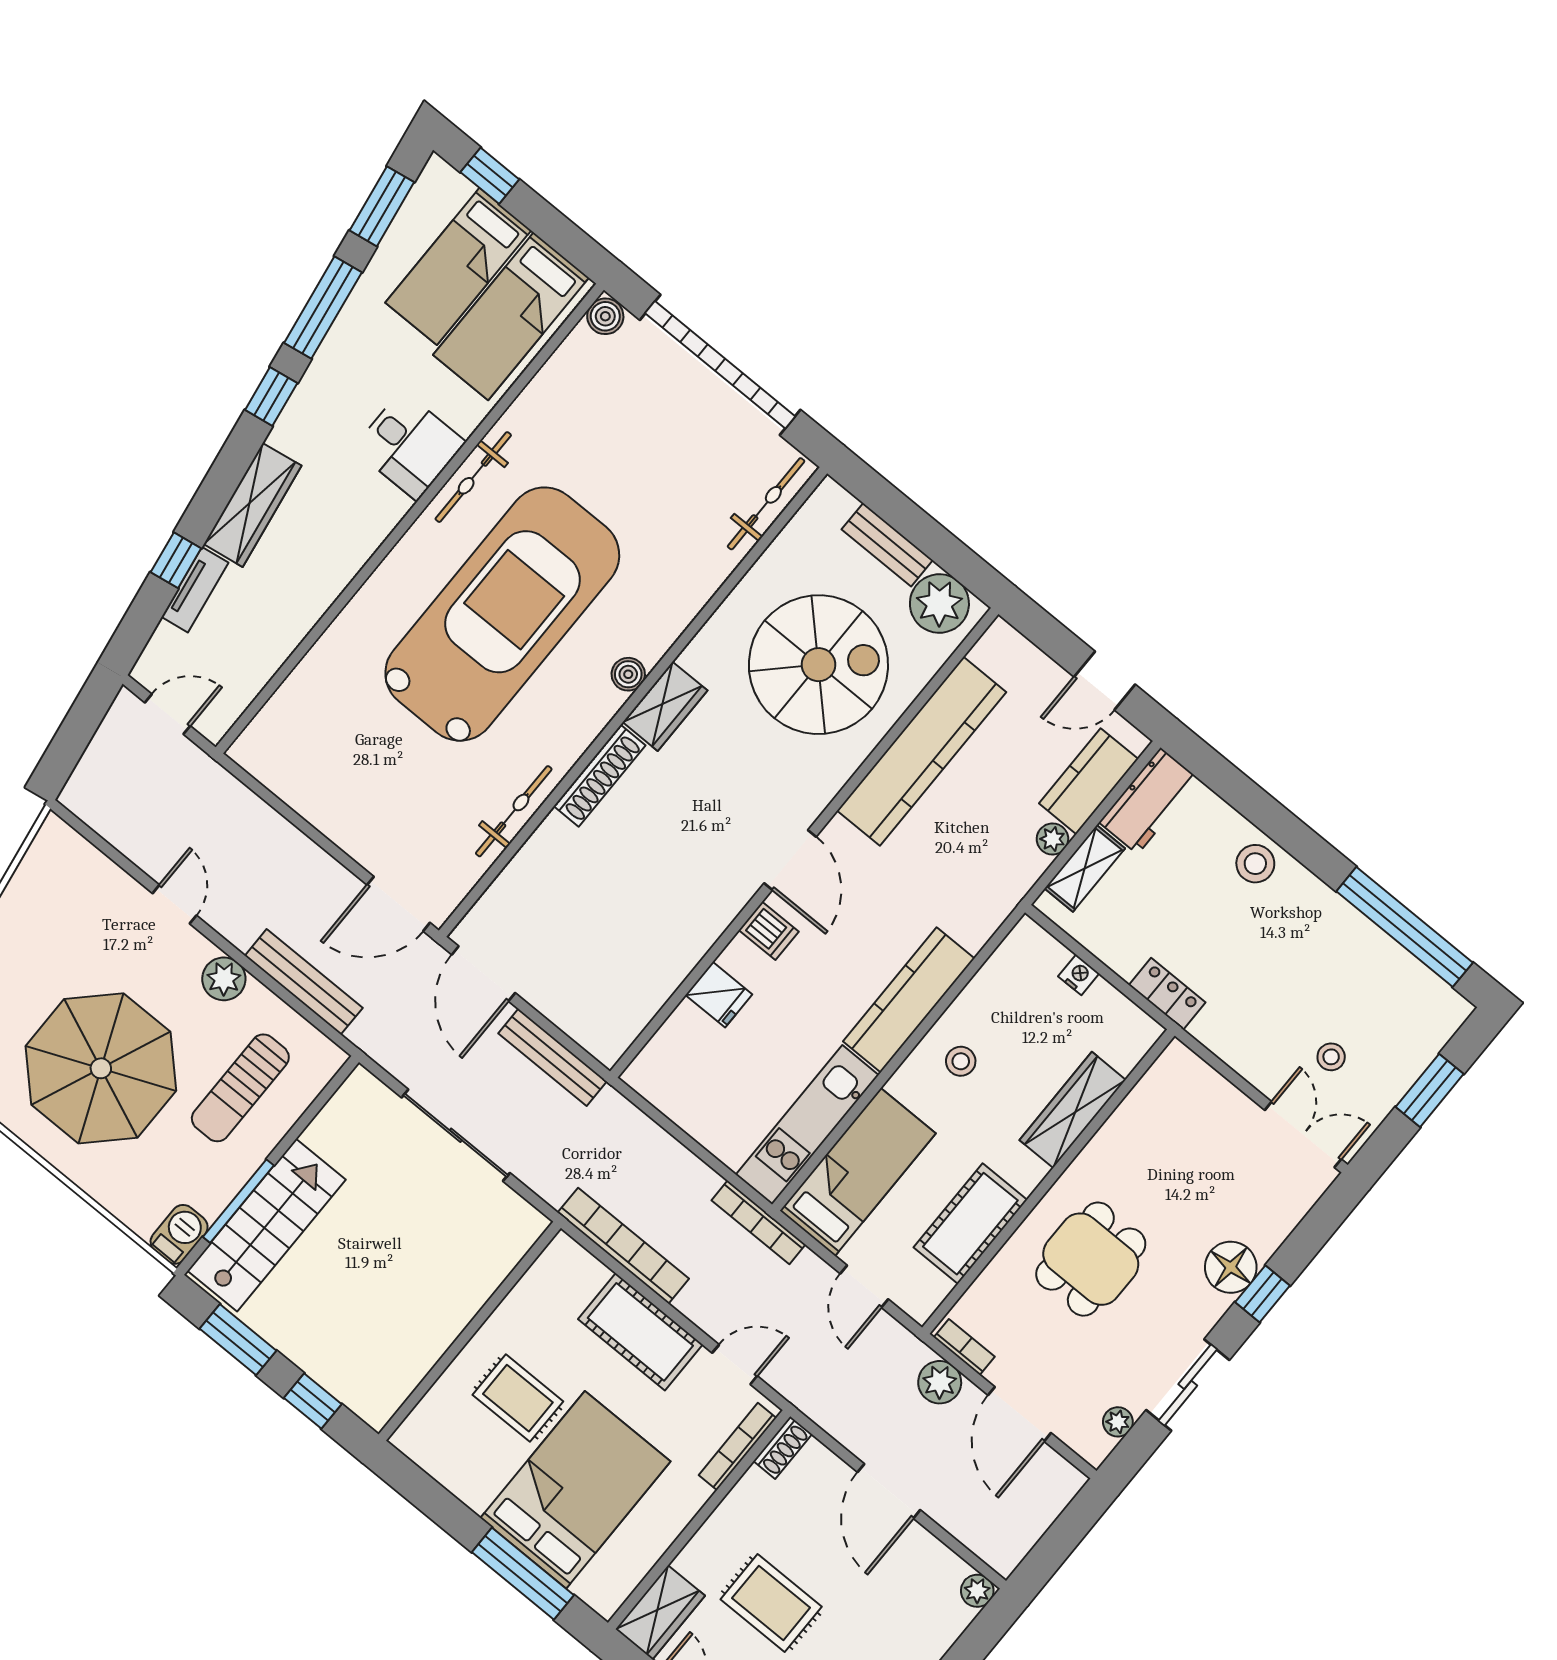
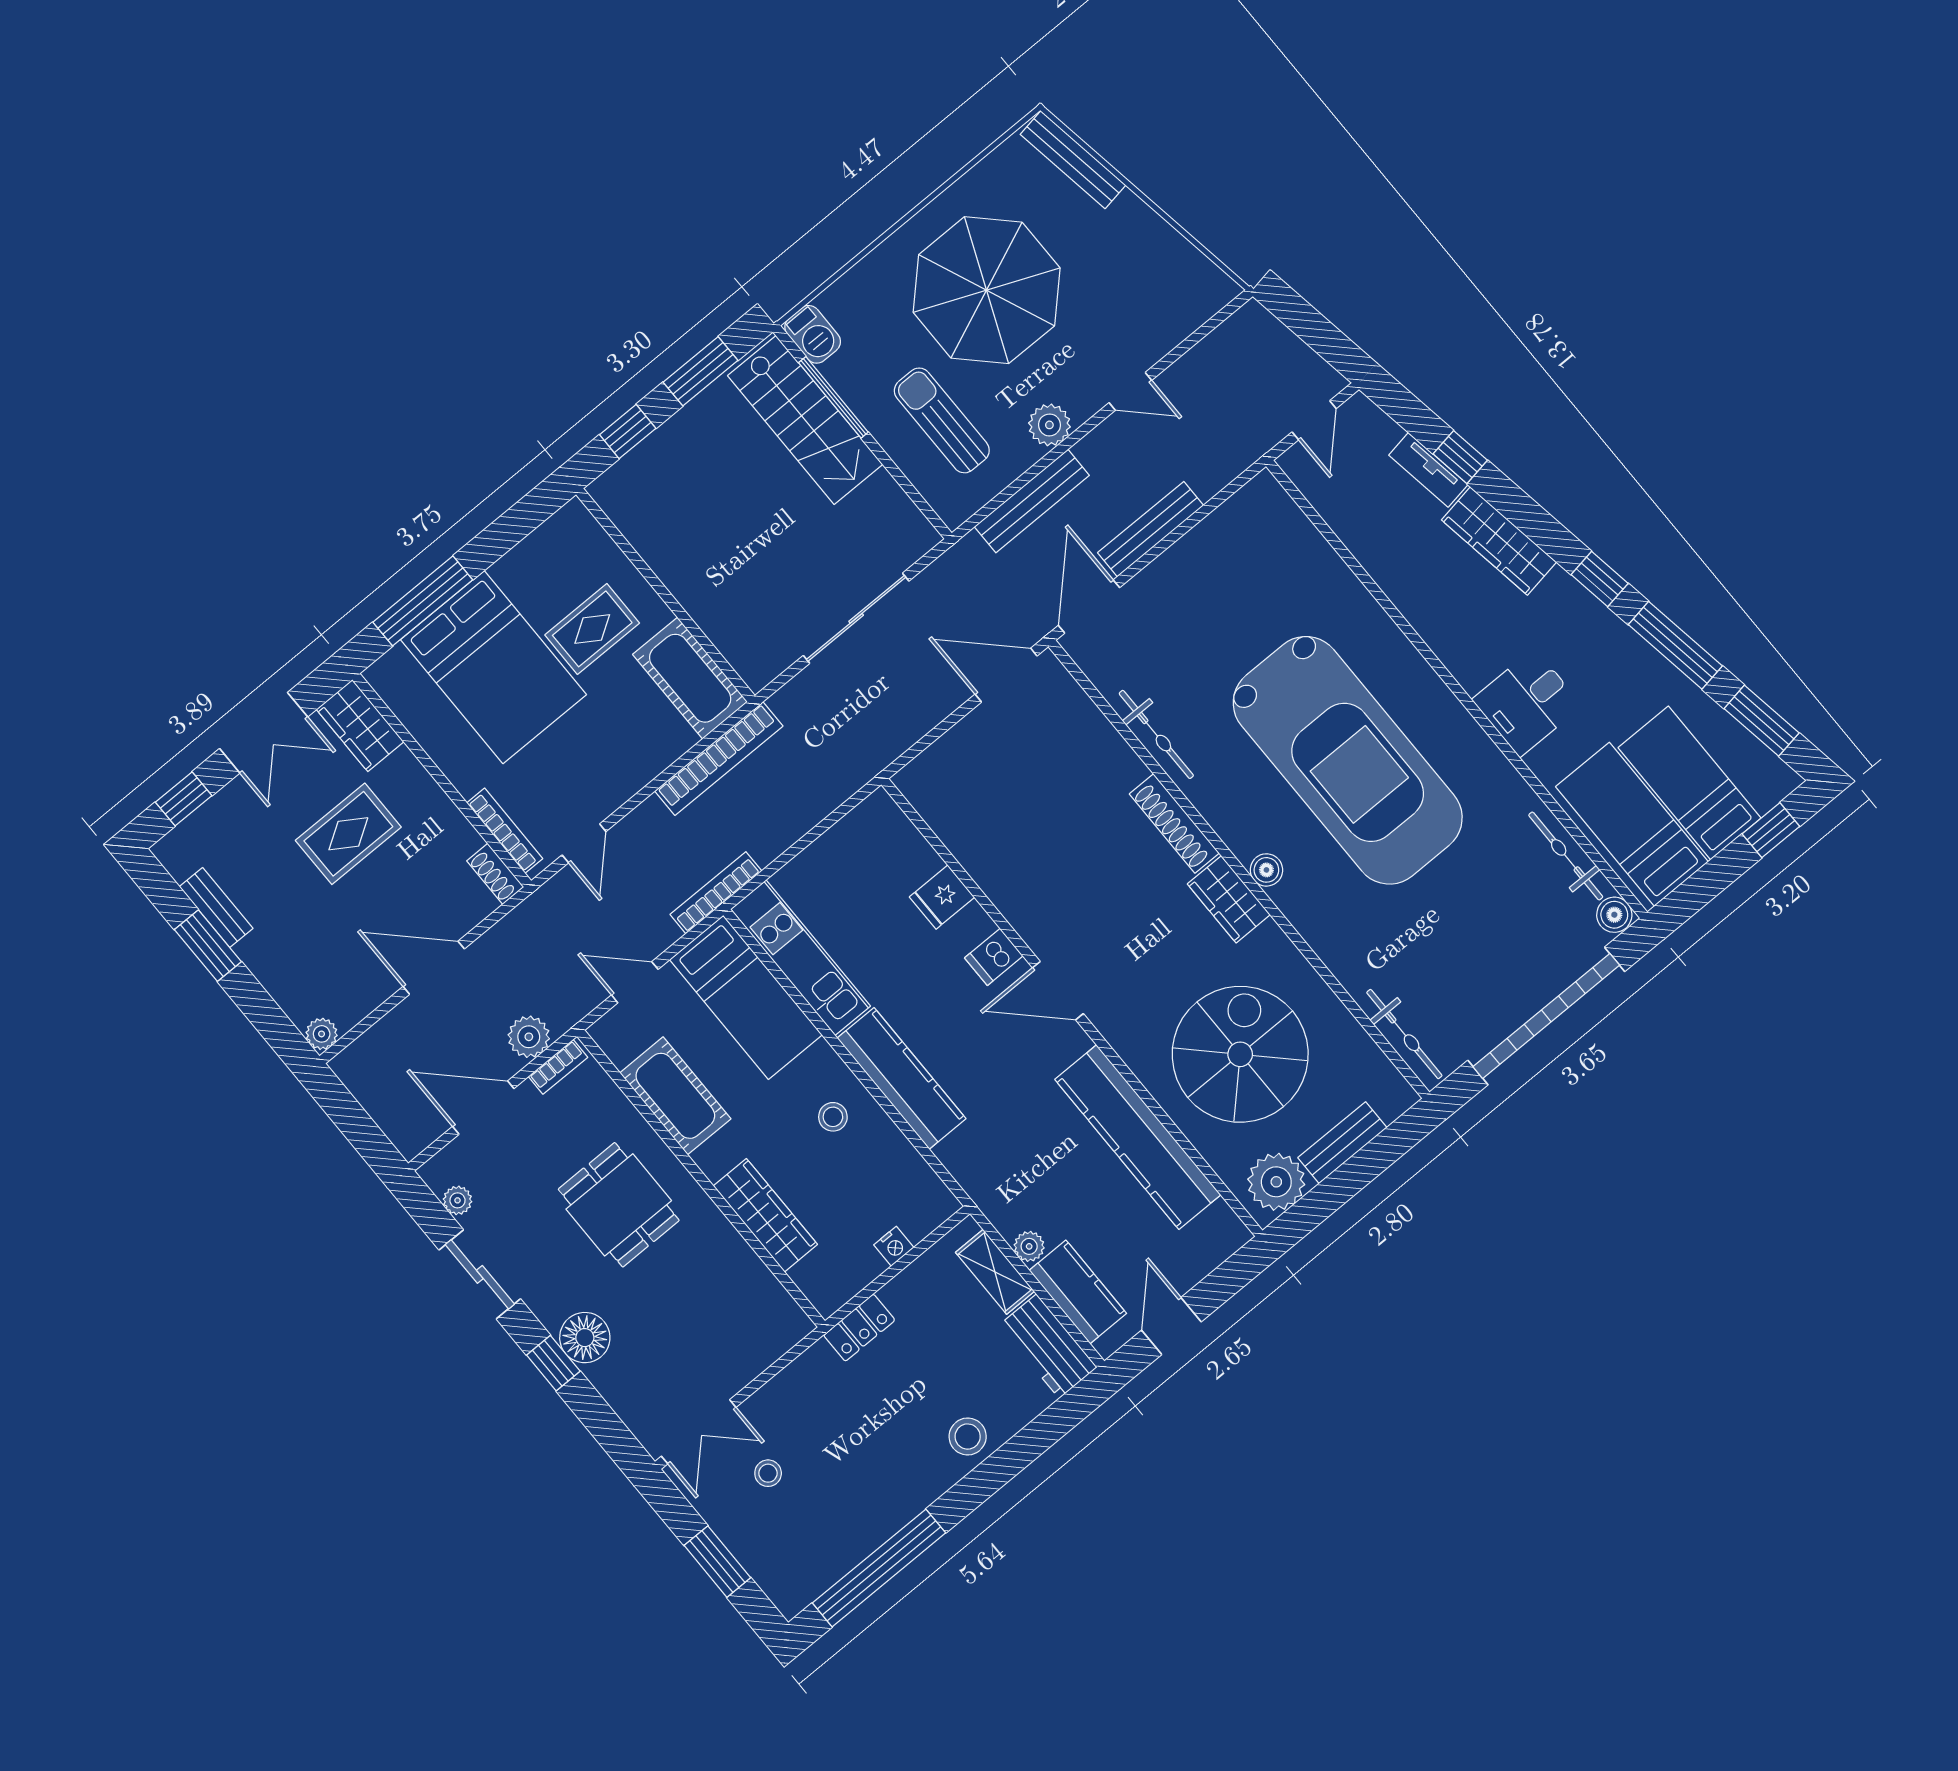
bicycle: (473, 477) -> (1566, 856), moved
spiral stairs: (818, 665) -> (1240, 1054), turned 180
bench: (553, 1057) -> (1151, 529), moved
cot: (640, 1332) -> (690, 678), moved, turned 90

